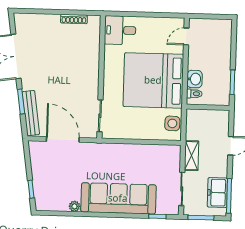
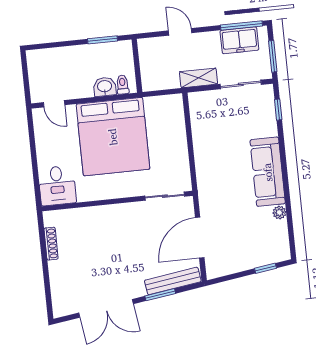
side table: (172, 123) -> (162, 107), removed
sofa: (118, 198) -> (268, 172), width x0.74, depth x0.79

